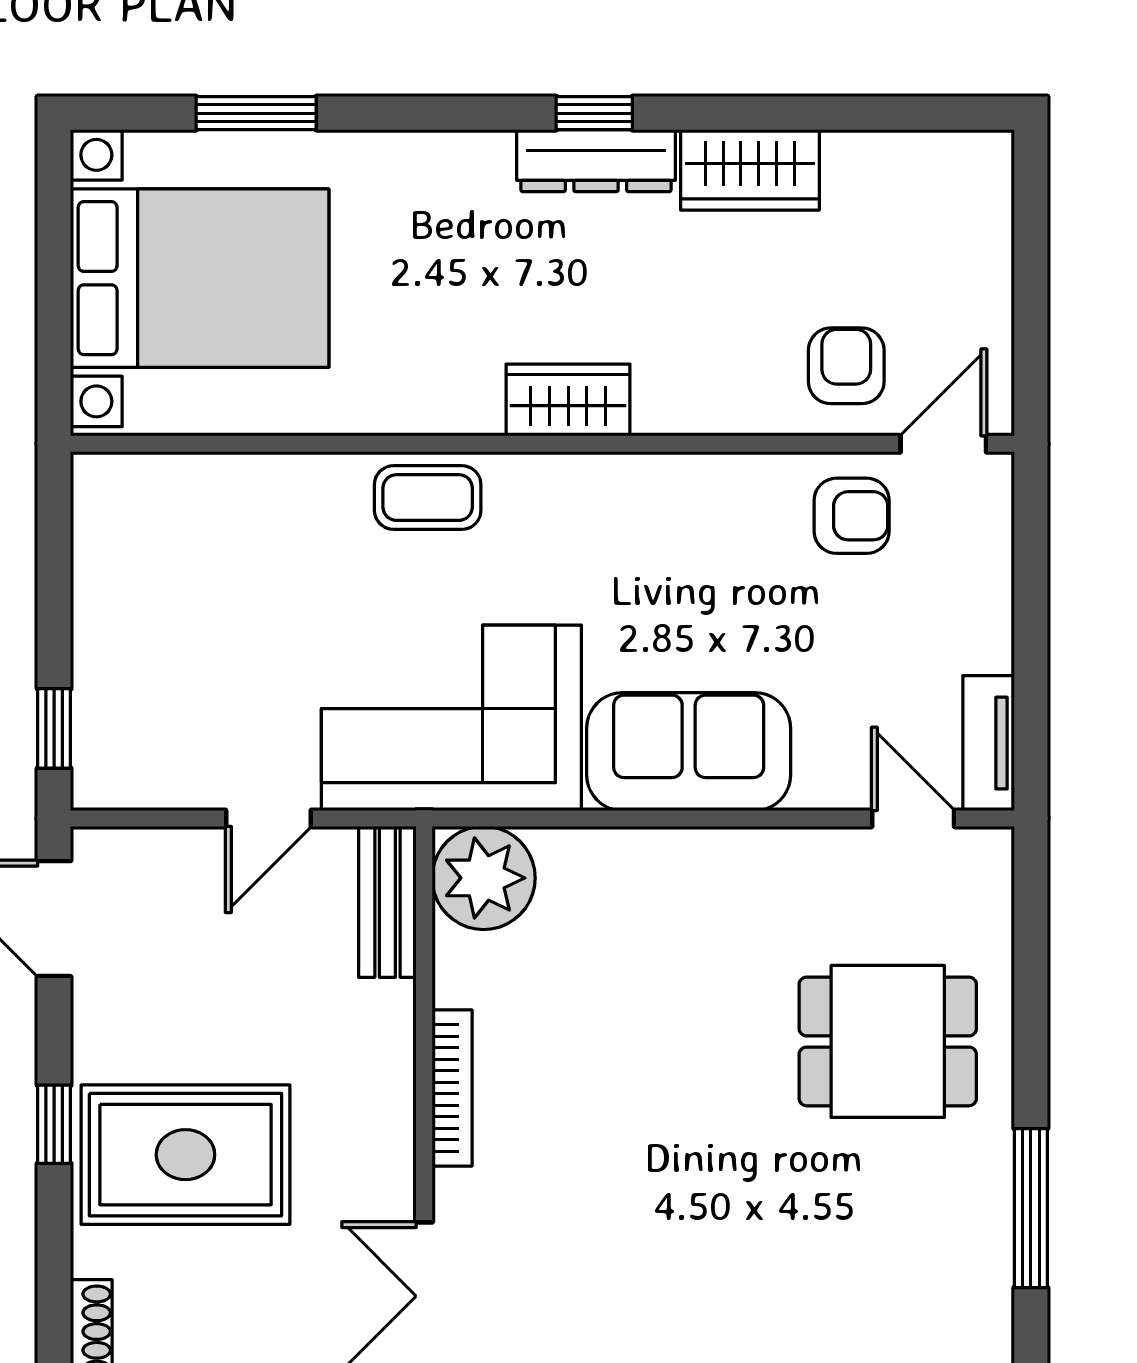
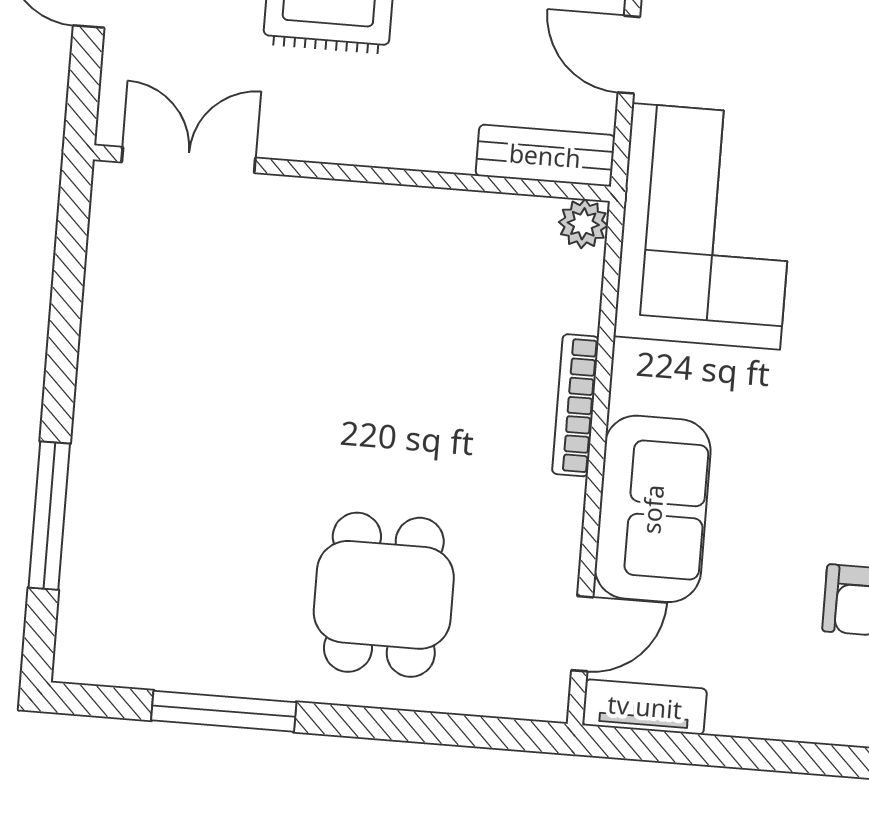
sofa: (689, 752) -> (653, 509), moved
plant: (484, 878) -> (583, 224), width x0.53, depth x0.53
bookcase: (452, 1088) -> (575, 405), moved, turned 90

